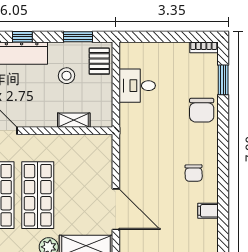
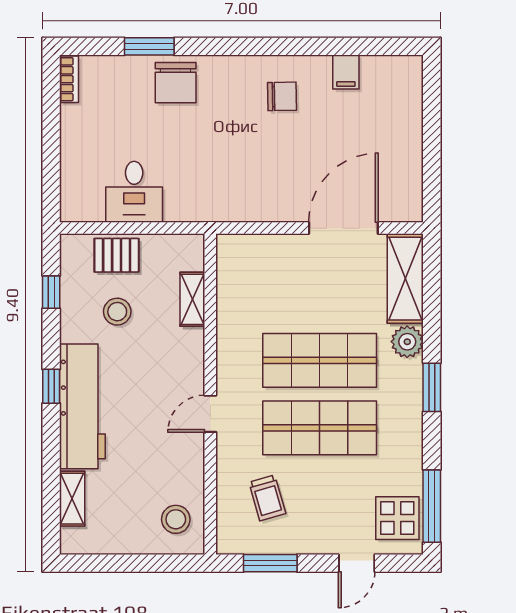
window: (78, 37) -> (51, 292), width x0.67
pallet: (99, 61) -> (117, 255), moved
window: (223, 80) -> (149, 46), moved
chair: (202, 110) -> (176, 83), turned 90

